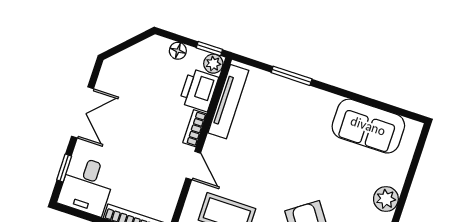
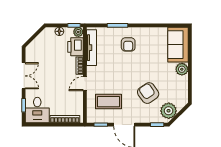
armchair: (300, 119) -> (128, 44), added
sofa: (368, 126) -> (178, 45), moved, turned 90
door: (193, 166) -> (85, 84), swing flipped

